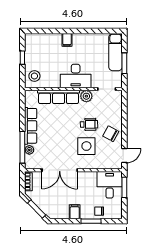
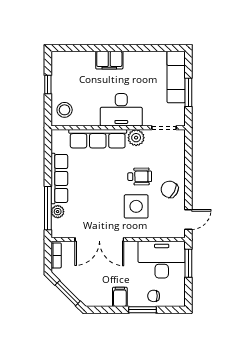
filing cabinet: (67, 40) -> (109, 60), width x2.00
desk: (110, 185) -> (162, 260), width x1.37

